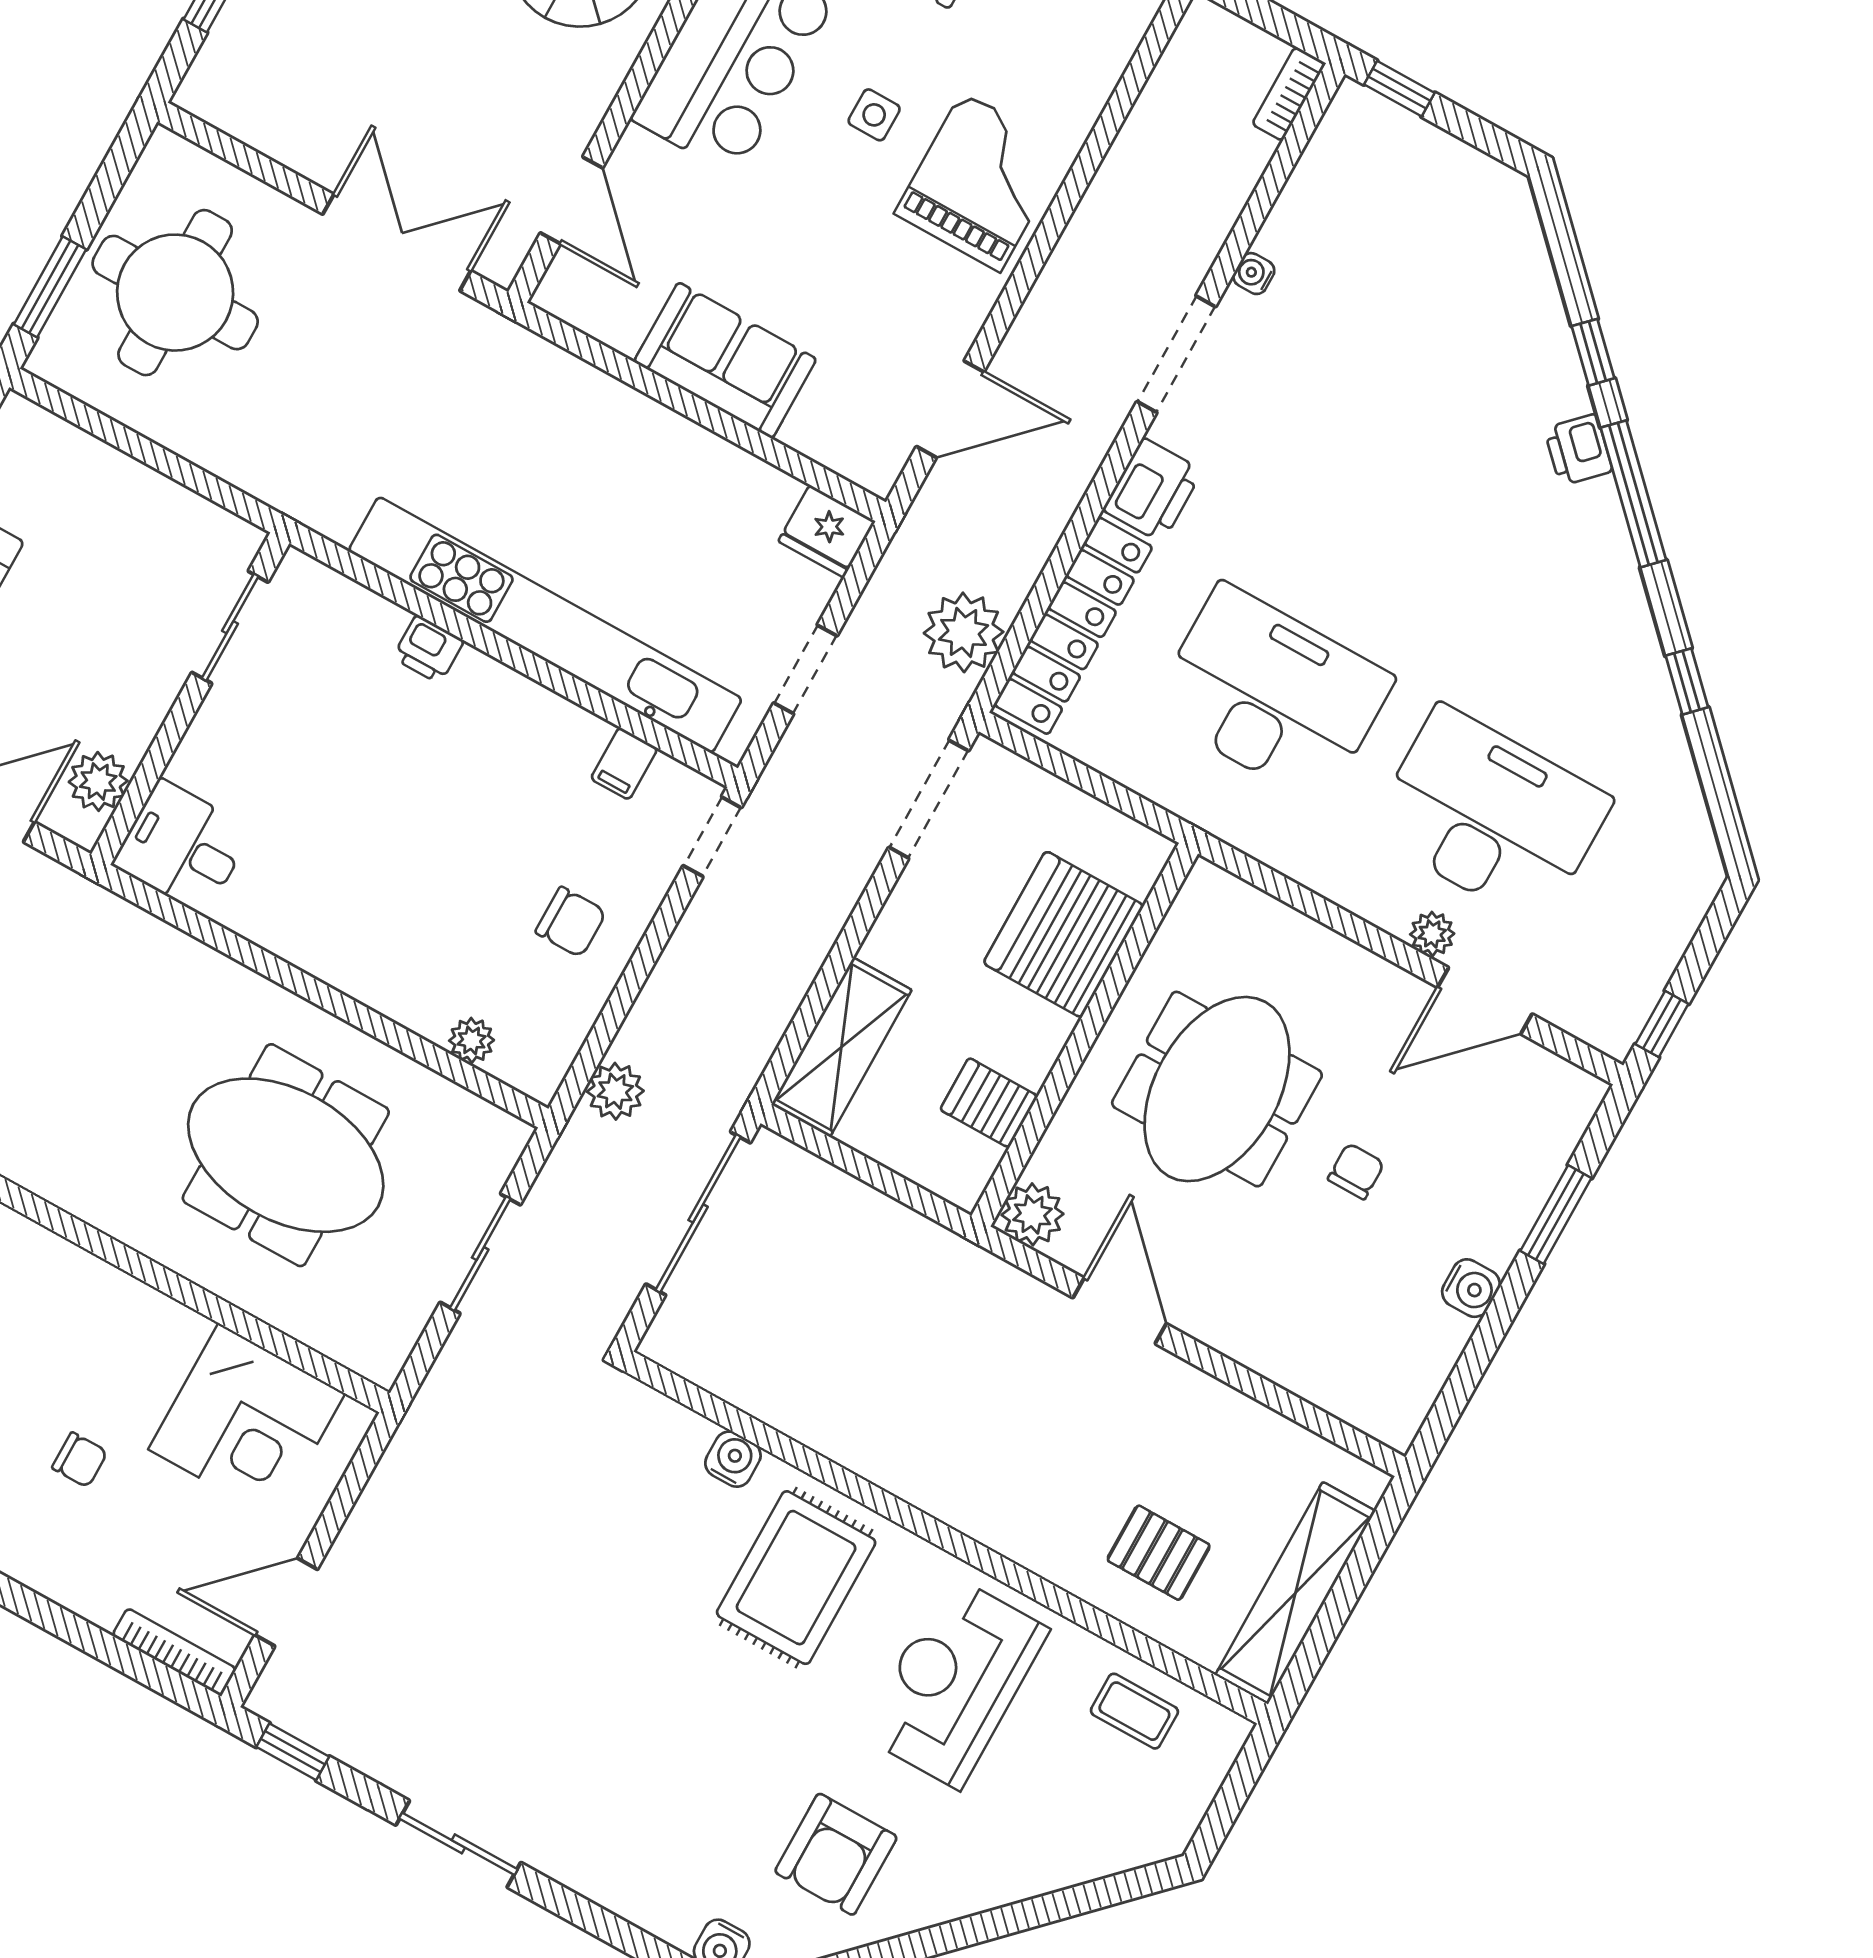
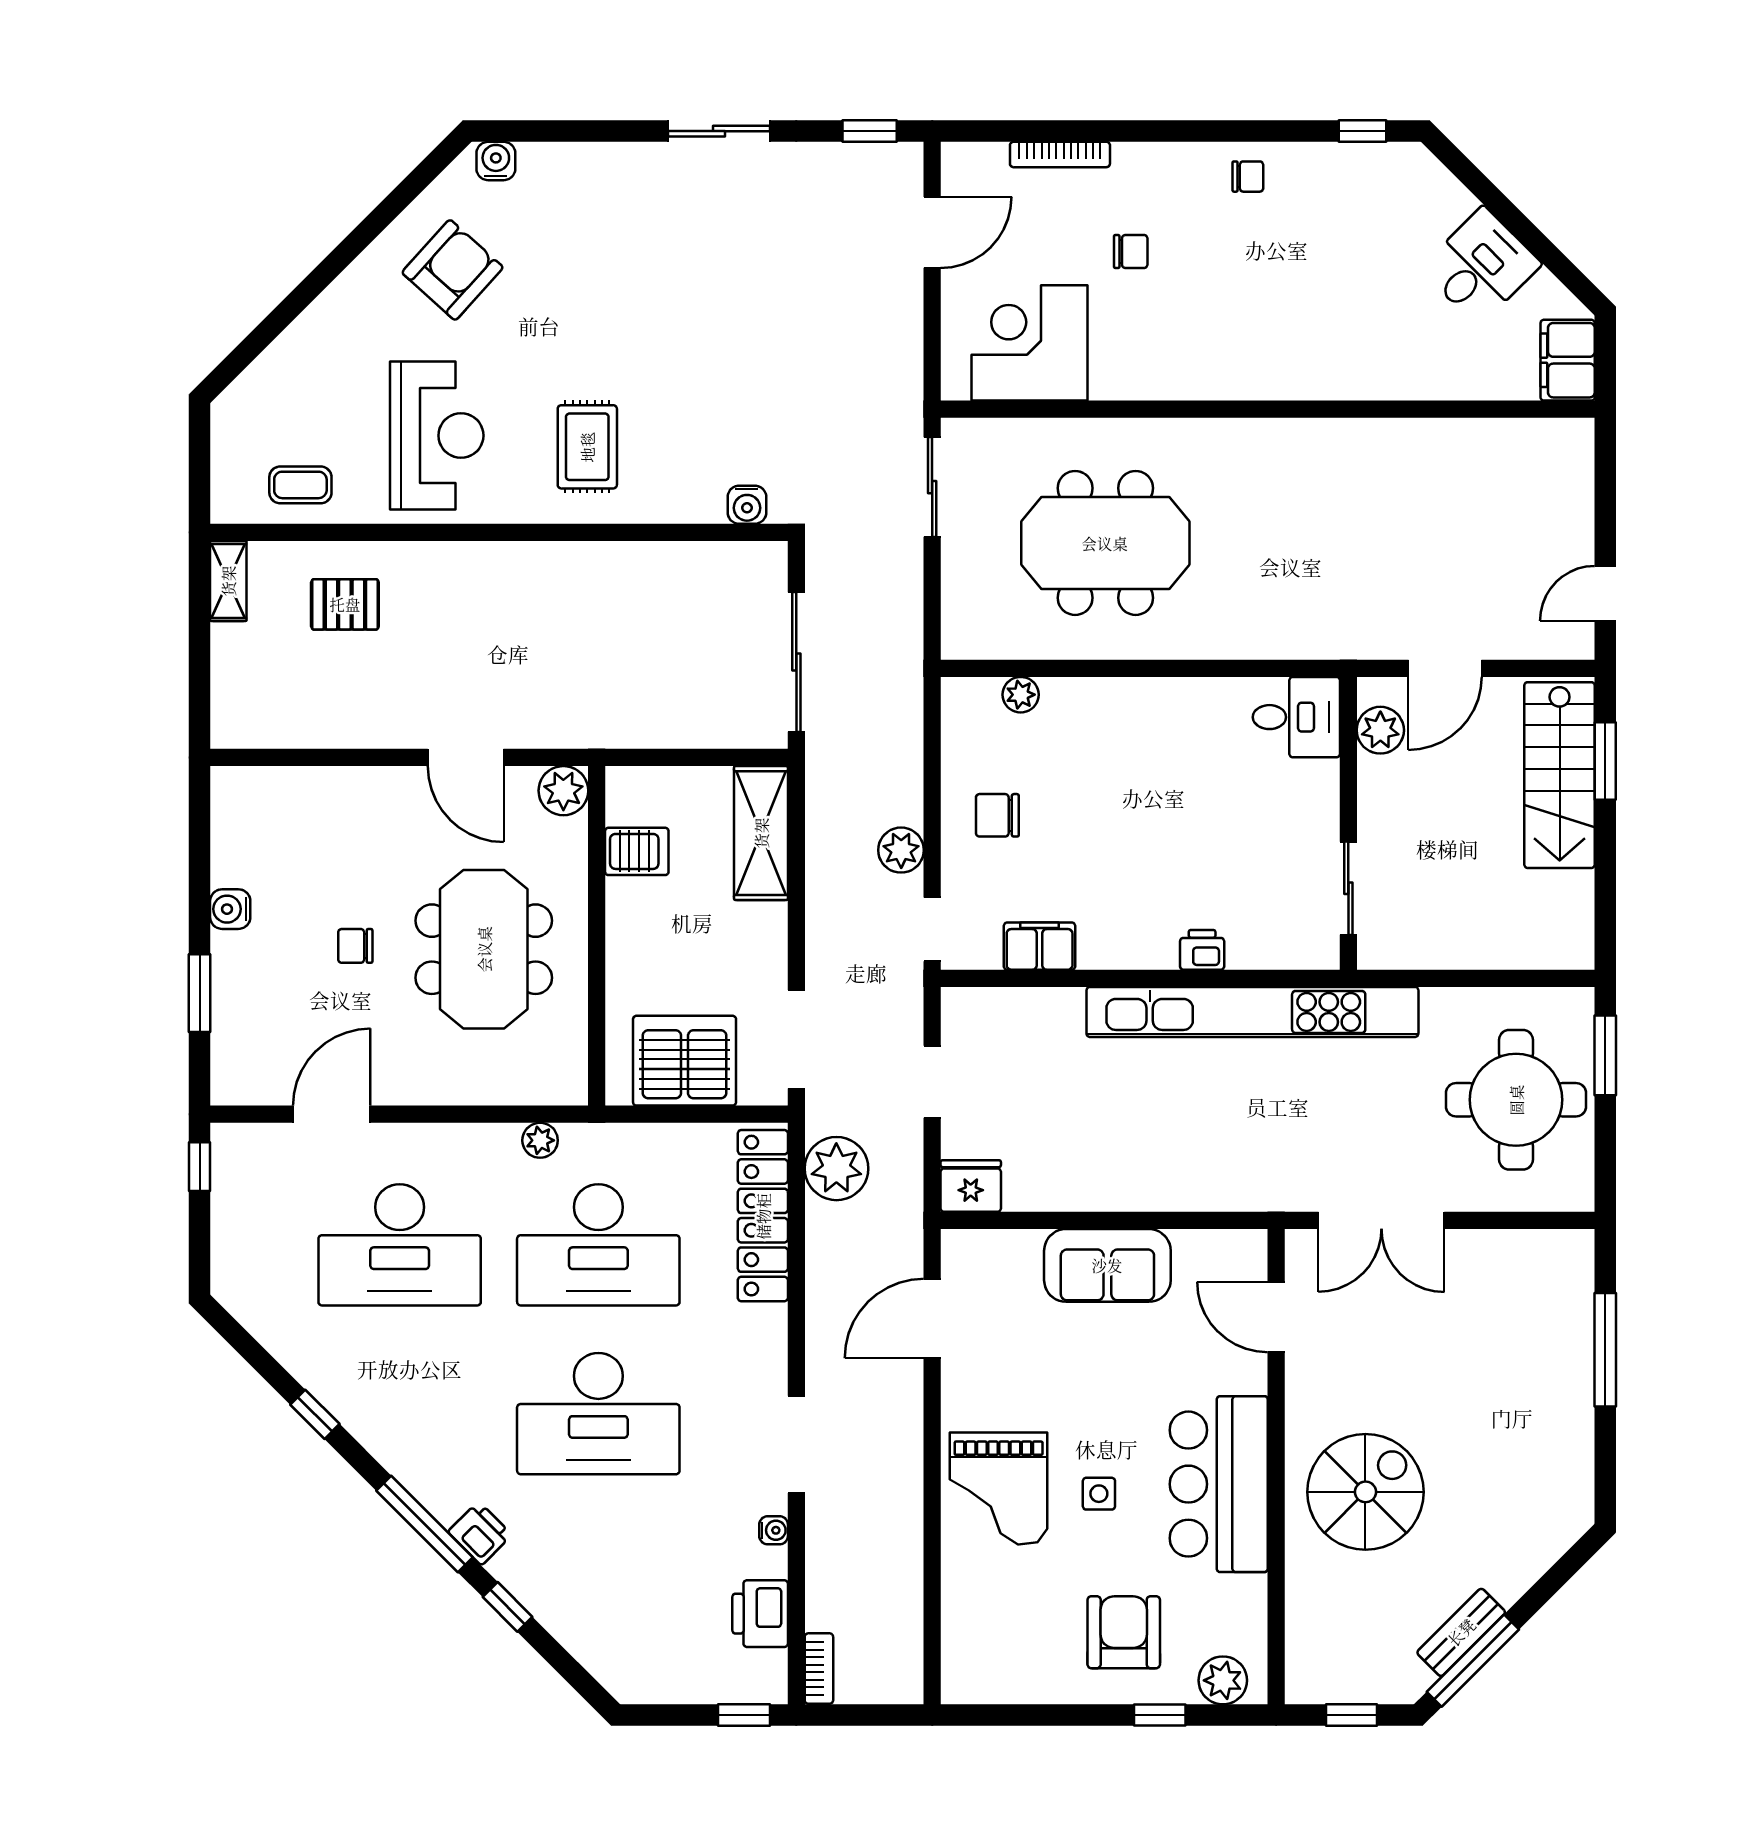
printer: (1153, 490) -> (760, 1614), moved
desk: (1375, 509) -> (598, 1414), added
kitchen unit: (545, 625) -> (1252, 1012), moved
filing cabinet: (624, 764) -> (1040, 946), width x2.00
server rack: (1064, 934) -> (685, 1061), moved, turned -90
plant: (1432, 934) -> (540, 1140), moved
plant: (615, 1091) -> (901, 850), moved
chair: (1356, 1171) -> (355, 946), turned 90
sliding door: (480, 1254) -> (932, 487), moved
water cooler: (733, 1459) -> (747, 505), moved
chair: (80, 1460) -> (1131, 251), turned 180
rug: (796, 1578) -> (587, 447), width x0.73, depth x0.70
shelving: (1295, 1593) -> (228, 581), width x0.45, depth x0.75
bookcase: (174, 1652) -> (1060, 154), moved
armchair: (836, 1854) -> (453, 270), turned 42

